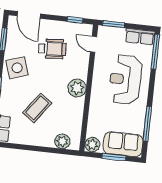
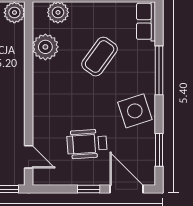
window: (75, 20) -> (89, 189), moved
plant: (77, 88) -> (45, 47), moved

